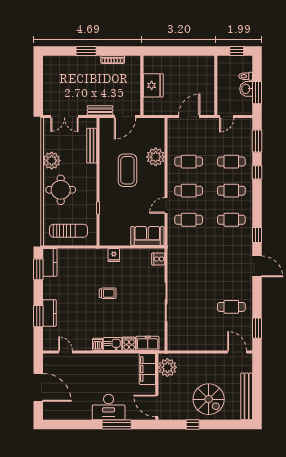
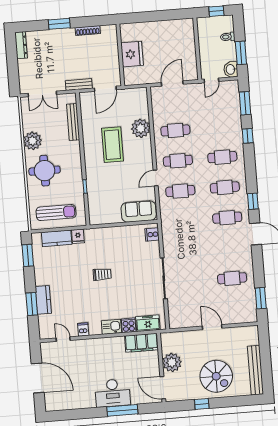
dresser: (48, 68) -> (21, 45), added
washbasin: (246, 89) -> (231, 69), moved
cafe table: (231, 162) -> (227, 218), moved
fridge: (114, 255) -> (78, 236), moved
kitchen counter: (50, 262) -> (57, 238), moved, turned 90
dishwasher: (98, 344) -> (83, 329), moved
door: (237, 352) -> (212, 327), moved
plant: (167, 367) -> (172, 362), moved
filing cabinet: (147, 369) -> (141, 343), moved, turned -90

